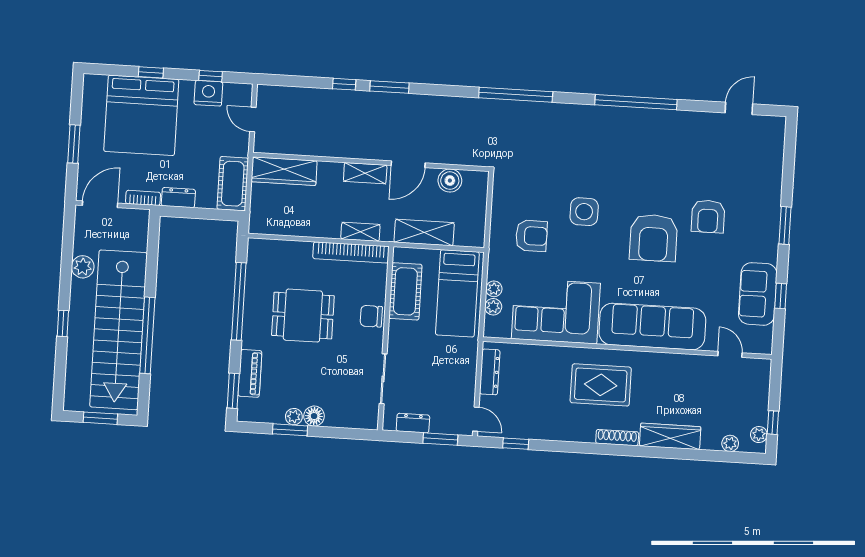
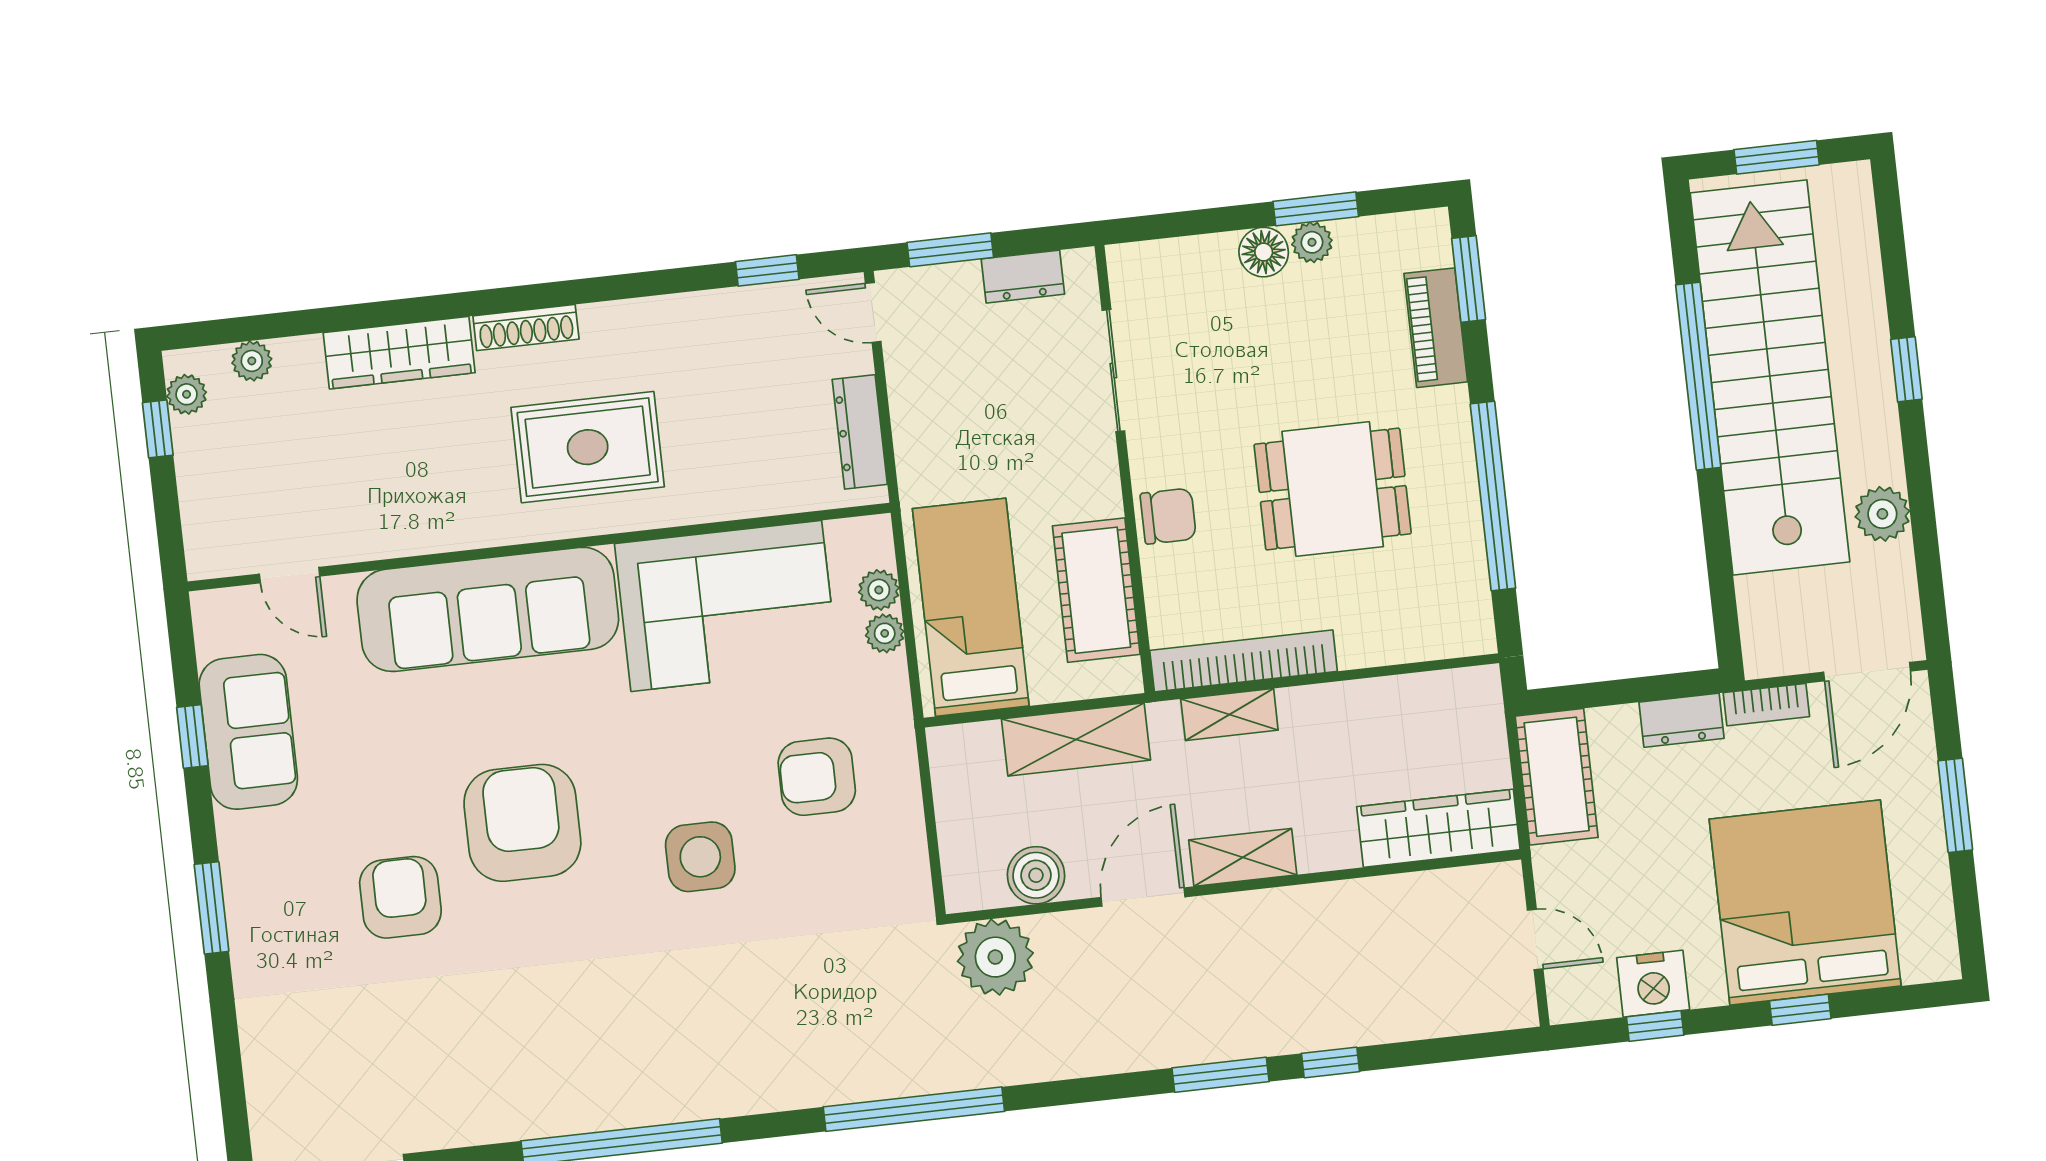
plant: (472, 150) -> (995, 957), added

